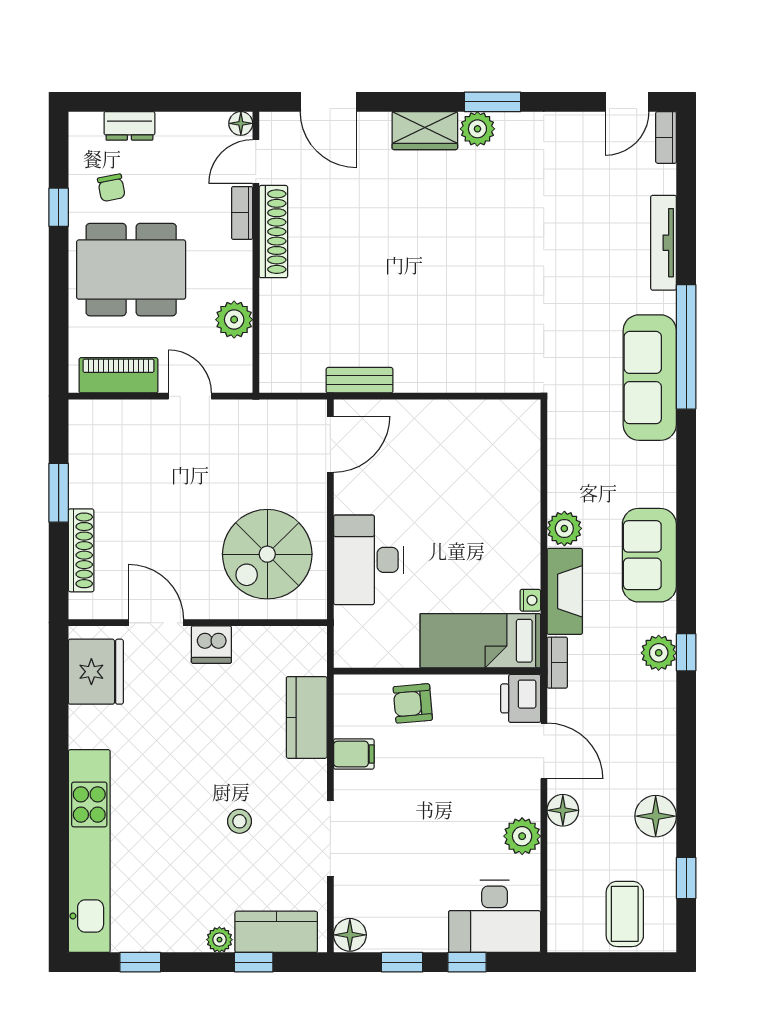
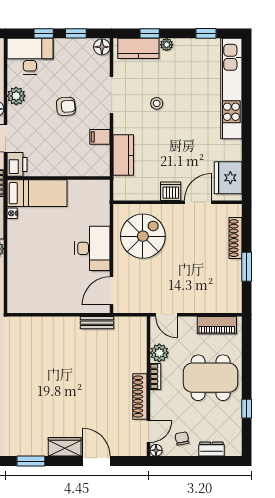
door: (328, 102) -> (96, 461), moved
plant: (477, 129) -> (38, 448), removed
chair: (111, 188) -> (182, 438), moved
bookcase: (242, 213) -> (155, 376), moved
door: (190, 396) -> (166, 315), moved
desk: (369, 560) -> (92, 248), moved
door: (156, 623) -> (198, 202), swing flipped
armchair: (413, 703) -> (66, 106), moved

